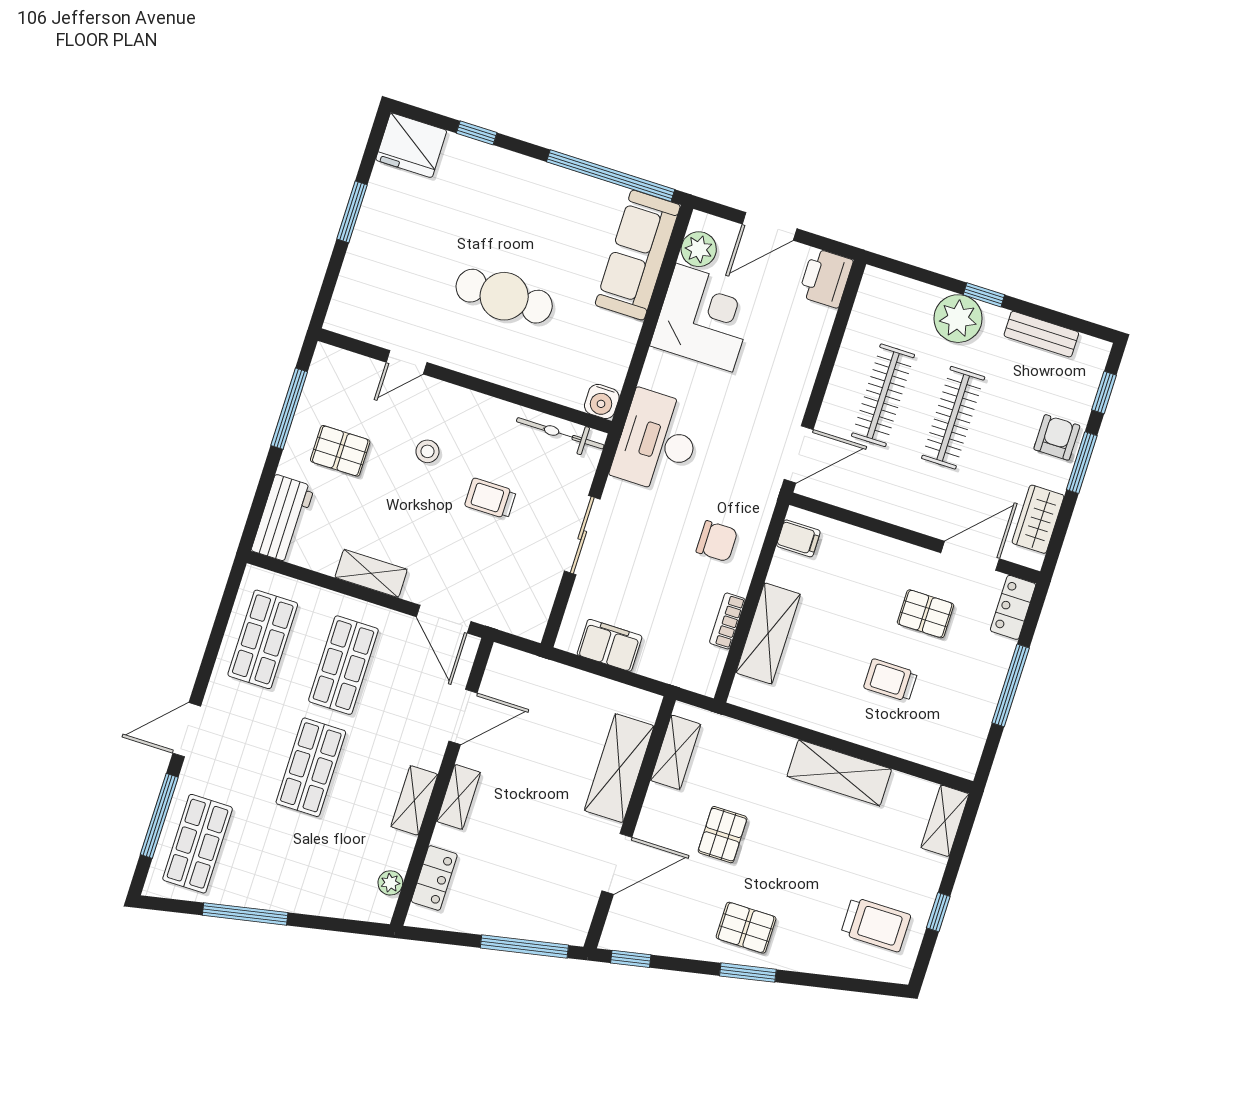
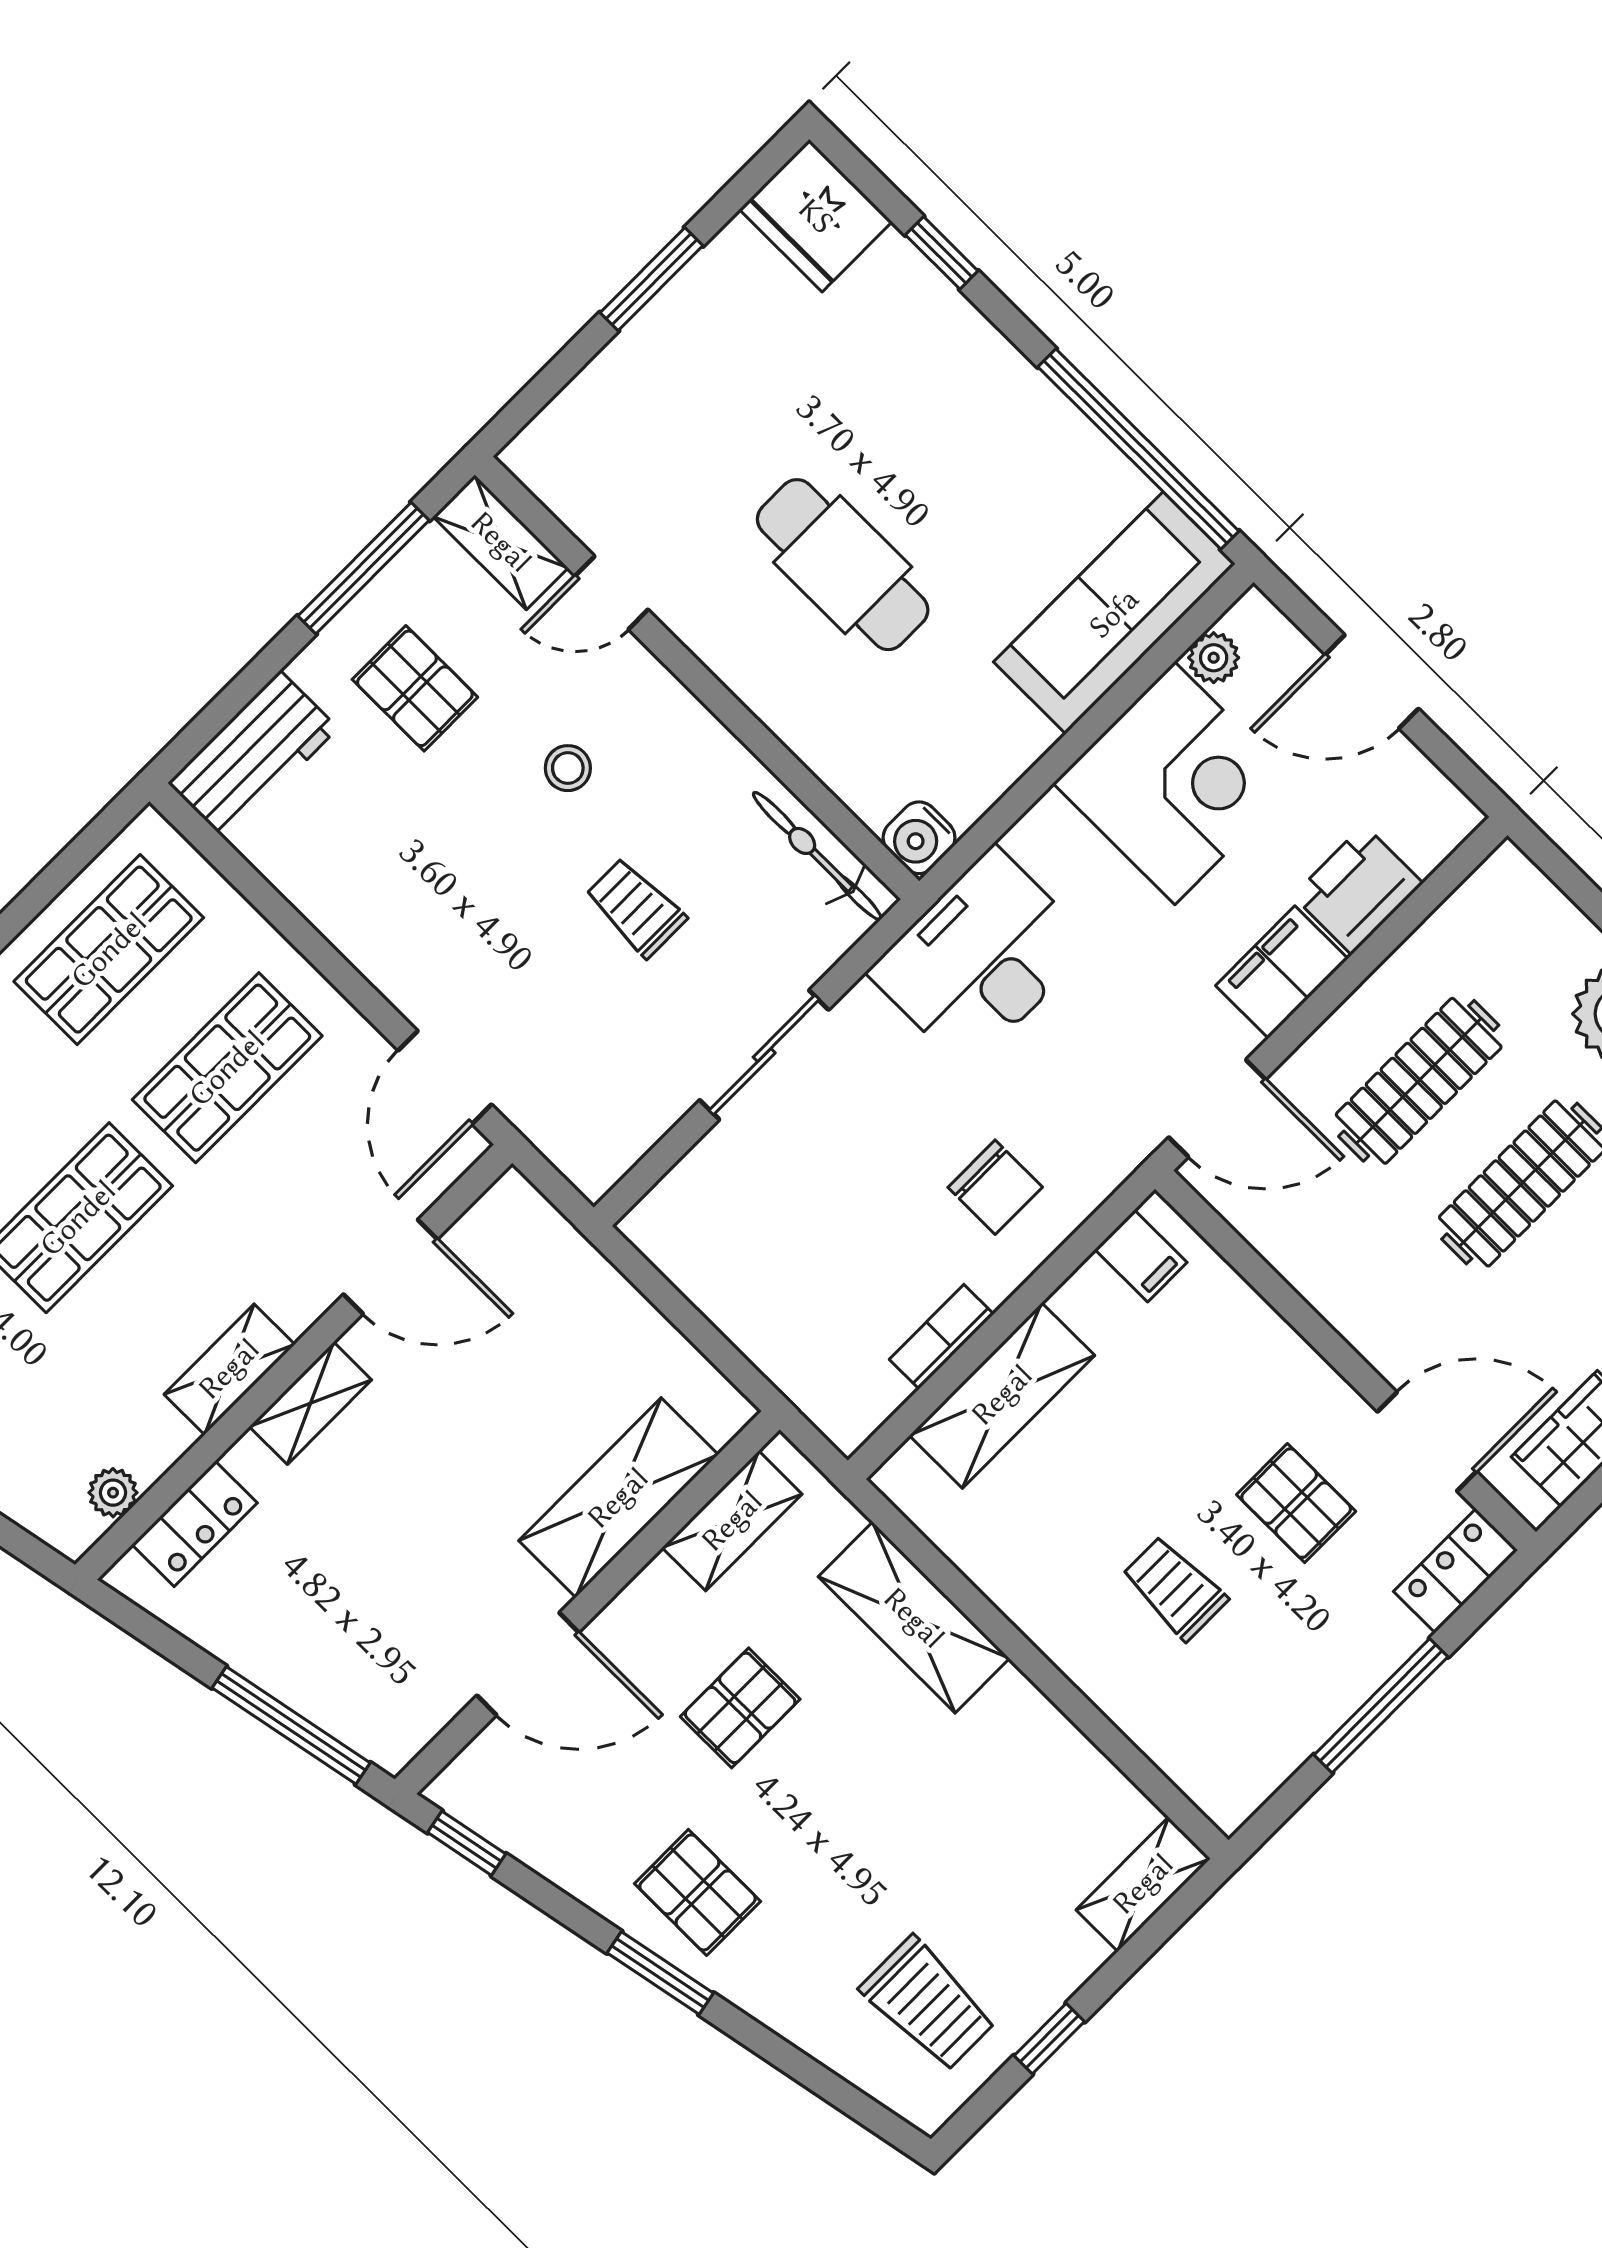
plant: (699, 249) -> (1214, 658), width x0.73, depth x0.73
printer: (826, 278) -> (1358, 890), moved
shelving: (371, 573) -> (501, 542), moved
filing cabinet: (610, 645) -> (1282, 972), moved, turned -90
shelving: (839, 773) -> (914, 1618), moved

